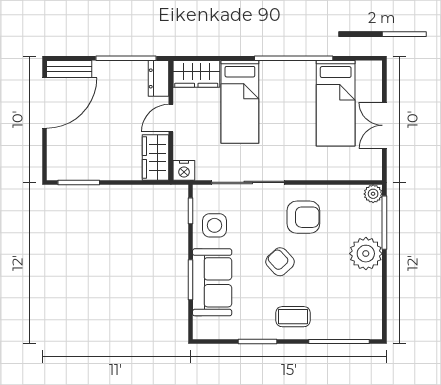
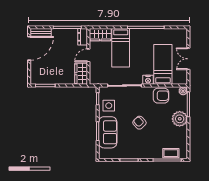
bed: (336, 103) -> (163, 64), moved, turned 180
nightstand: (184, 170) -> (148, 80), moved
armchair: (303, 217) -> (161, 96), moved
coffee table: (293, 317) -> (171, 153), moved

